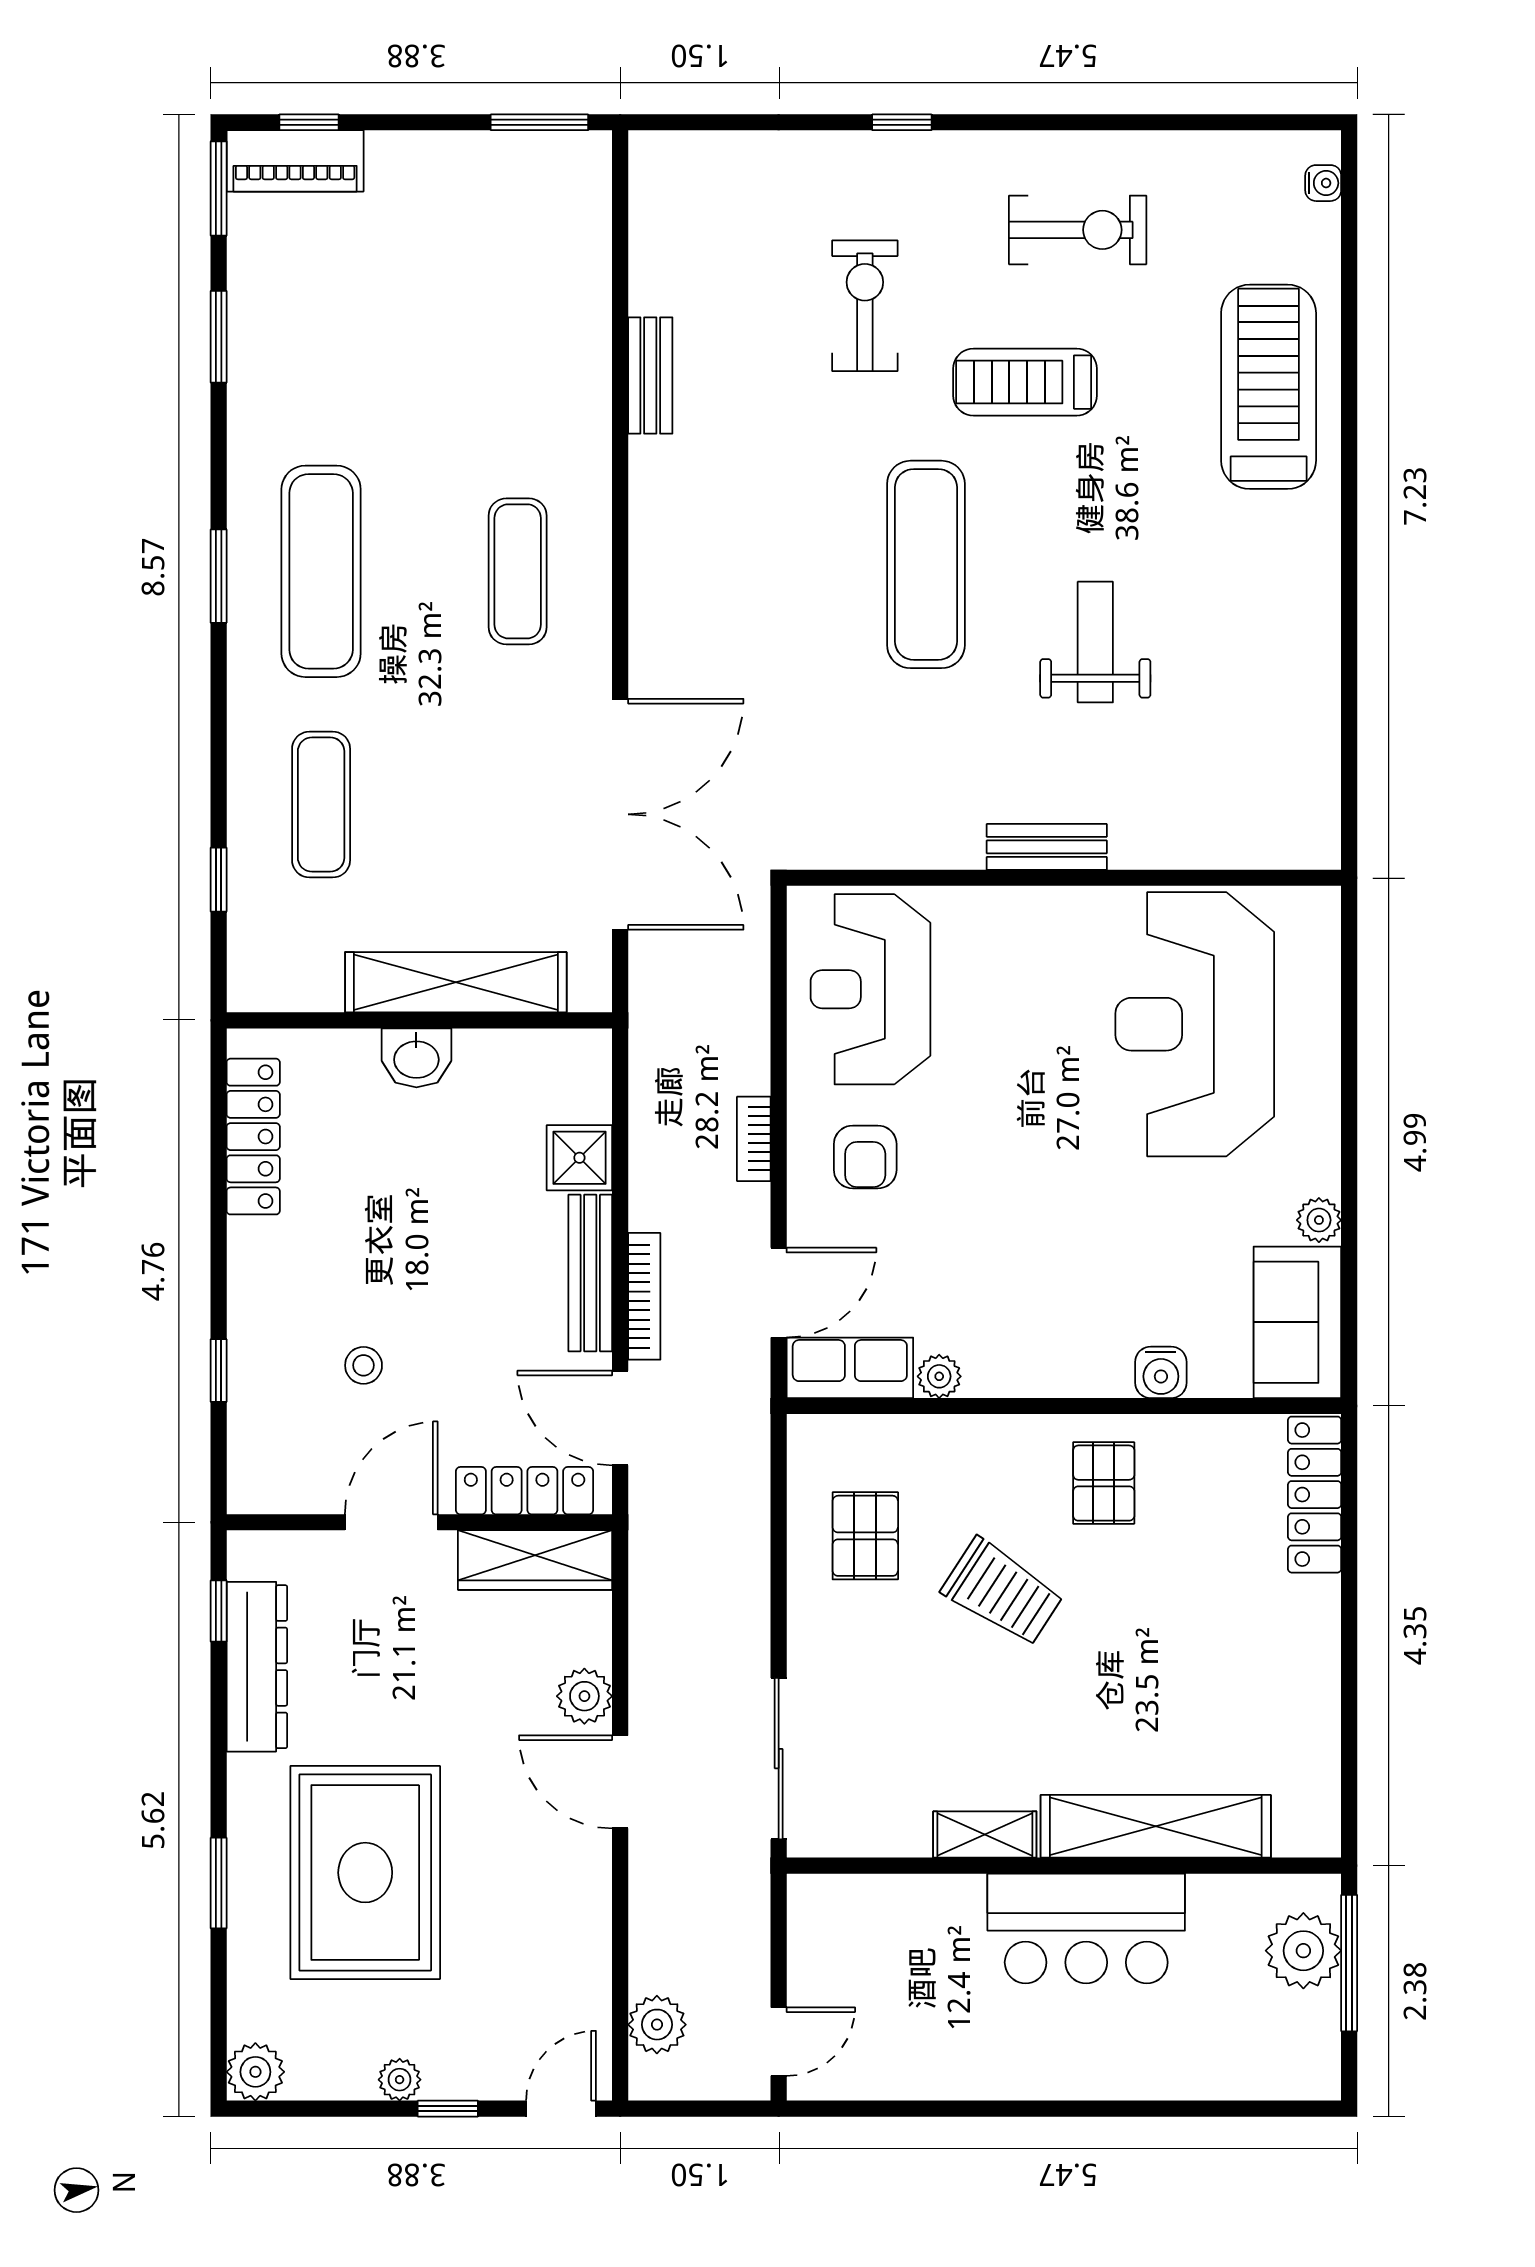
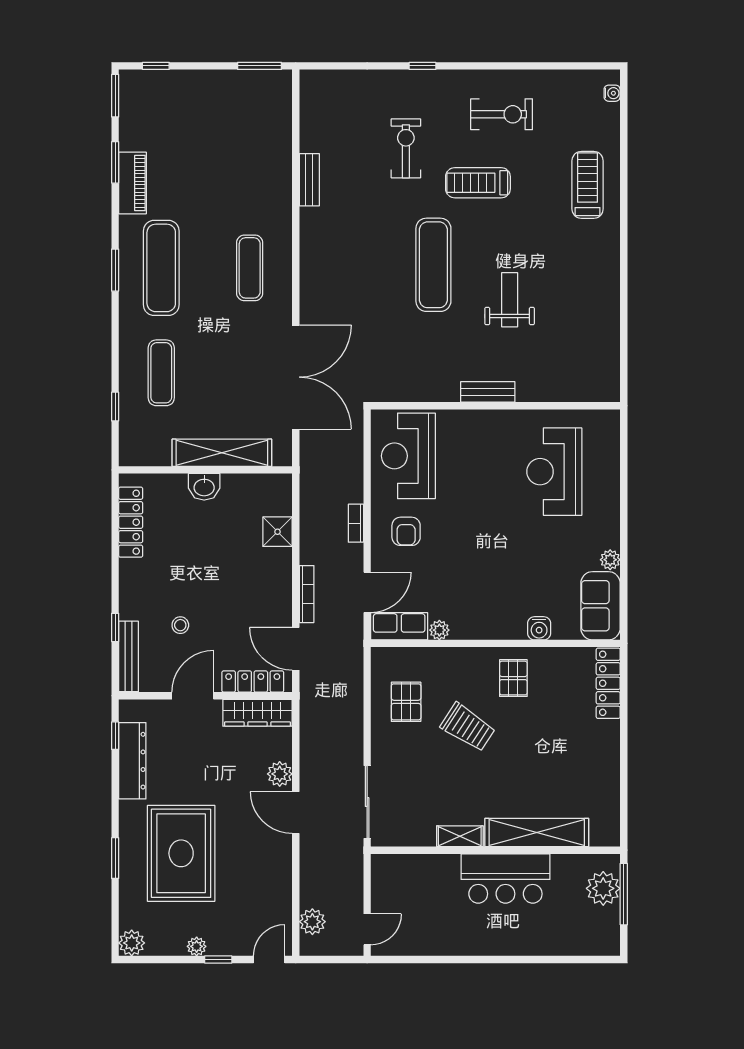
piano: (295, 161) -> (132, 183), moved, turned -90
treadmill: (1269, 387) -> (588, 185), width x0.73, depth x0.73
reception desk: (1195, 1024) -> (554, 472), width x0.74, depth x0.77
bench: (590, 1273) -> (129, 656), moved

